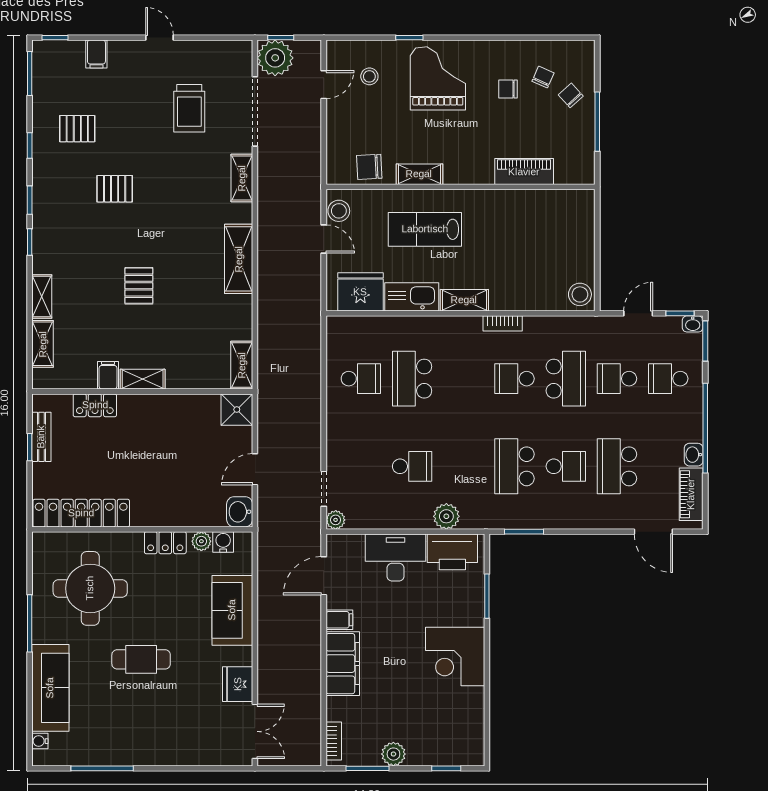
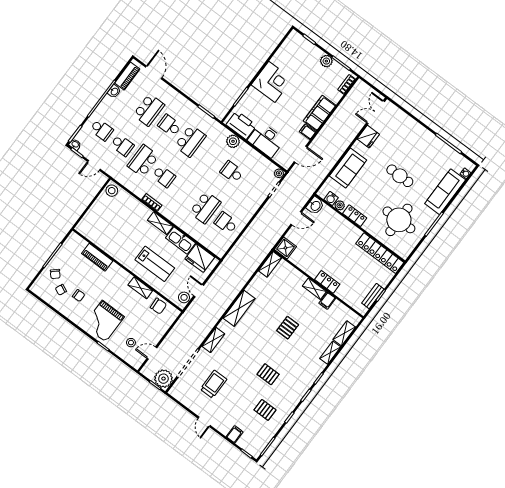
locker: (95, 405) -> (327, 282), moved

